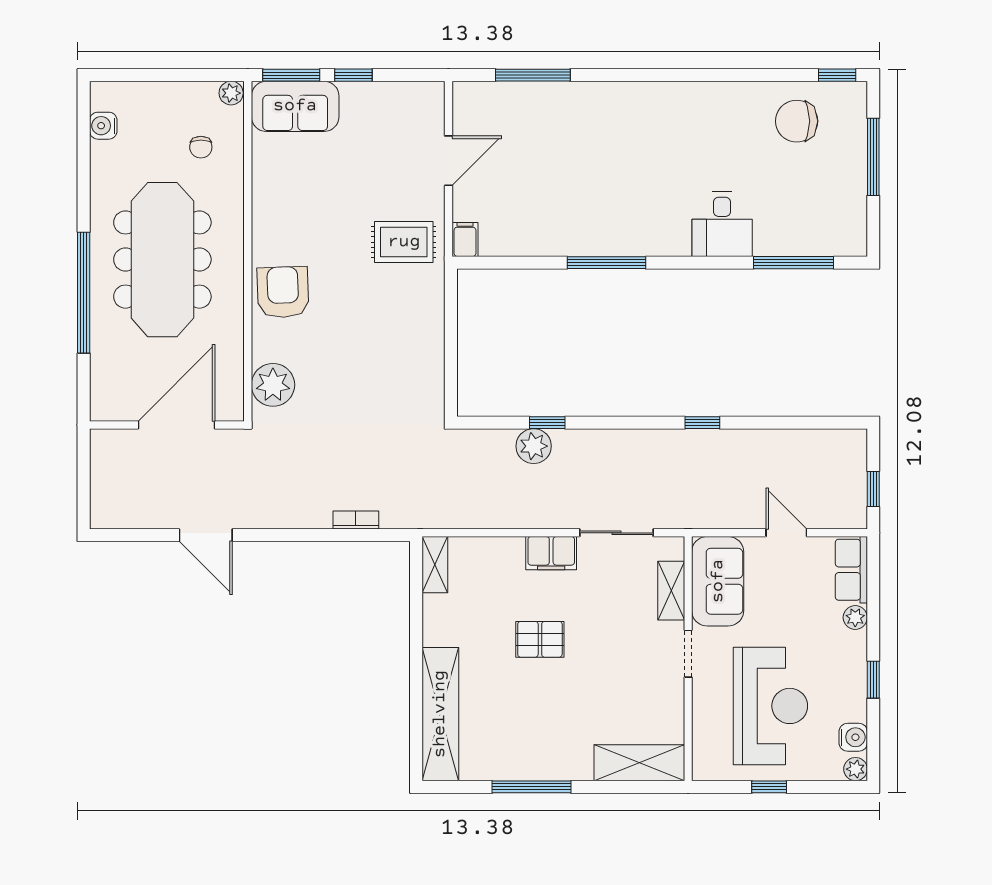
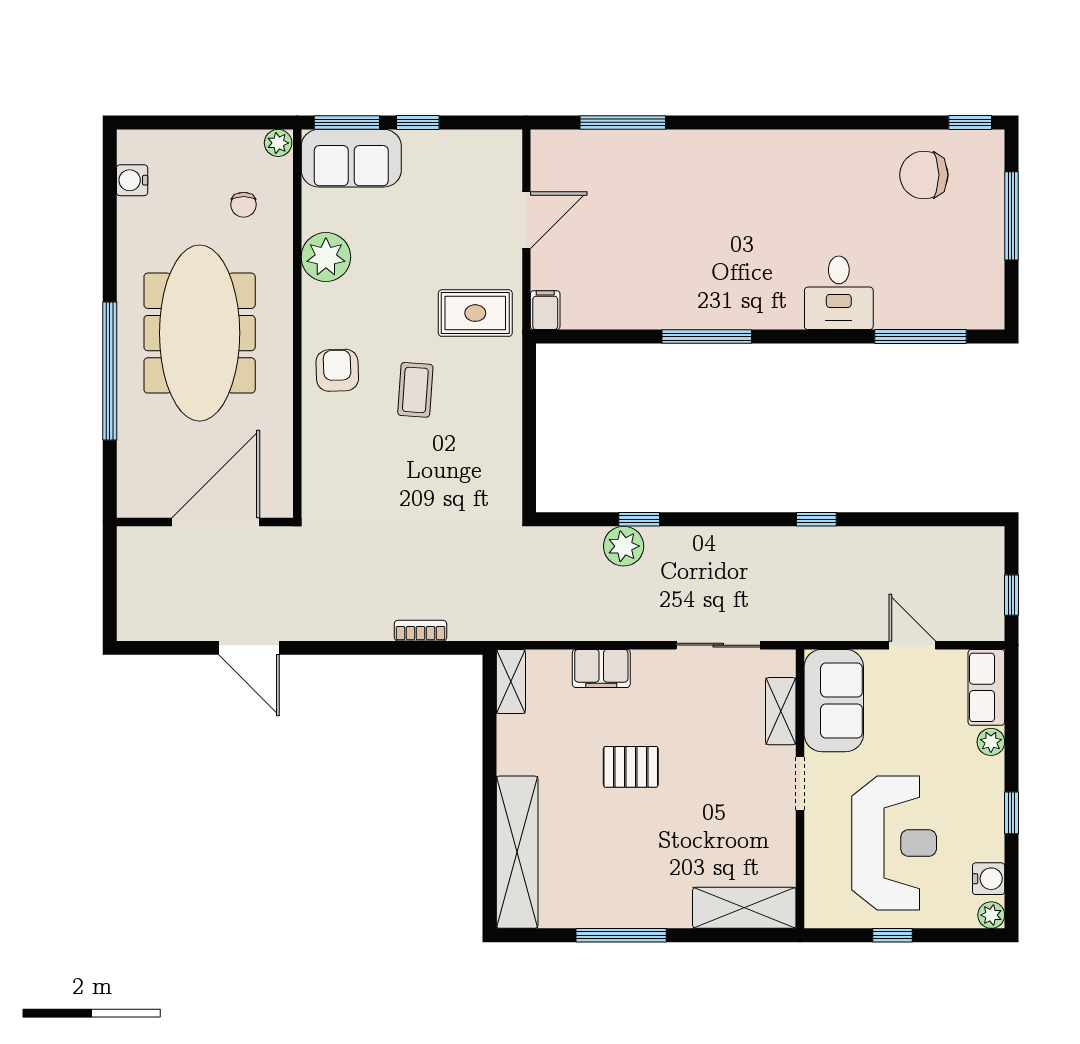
armchair: (283, 292) -> (337, 370), width x0.72, depth x0.72
coffee table: (351, 309) -> (415, 390), added
plant: (273, 385) -> (326, 257), moved
filing cabinet: (551, 553) -> (601, 668), moved

